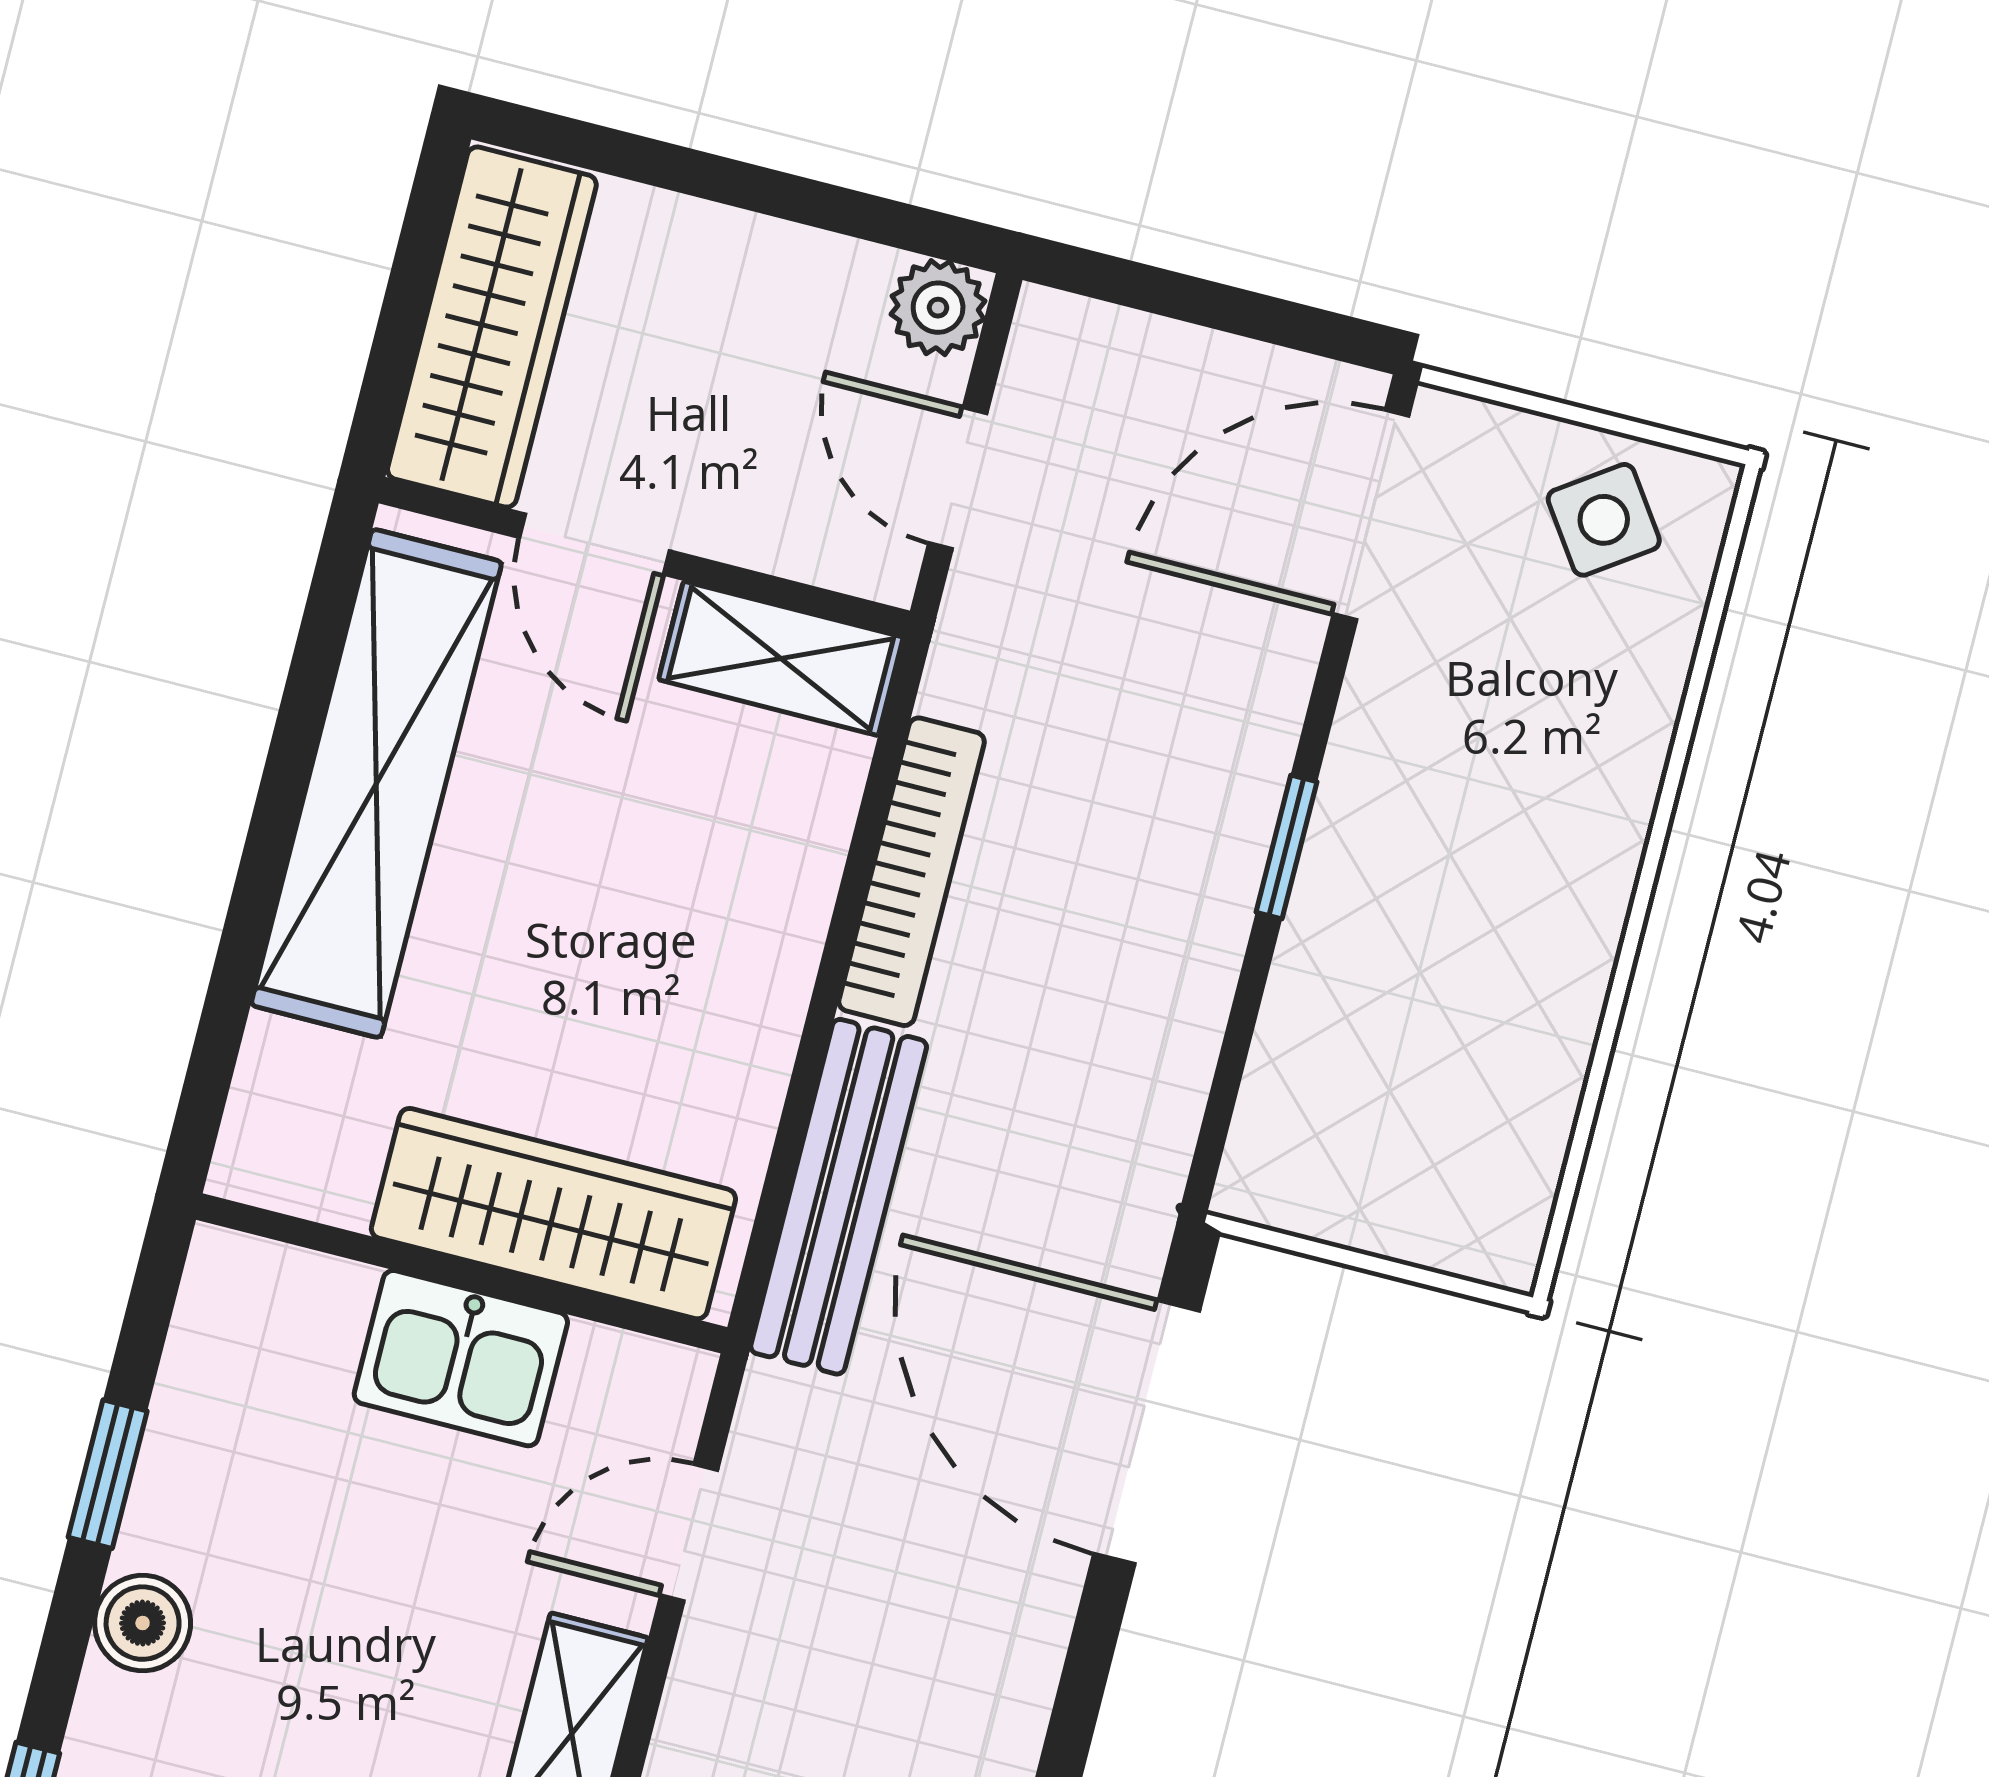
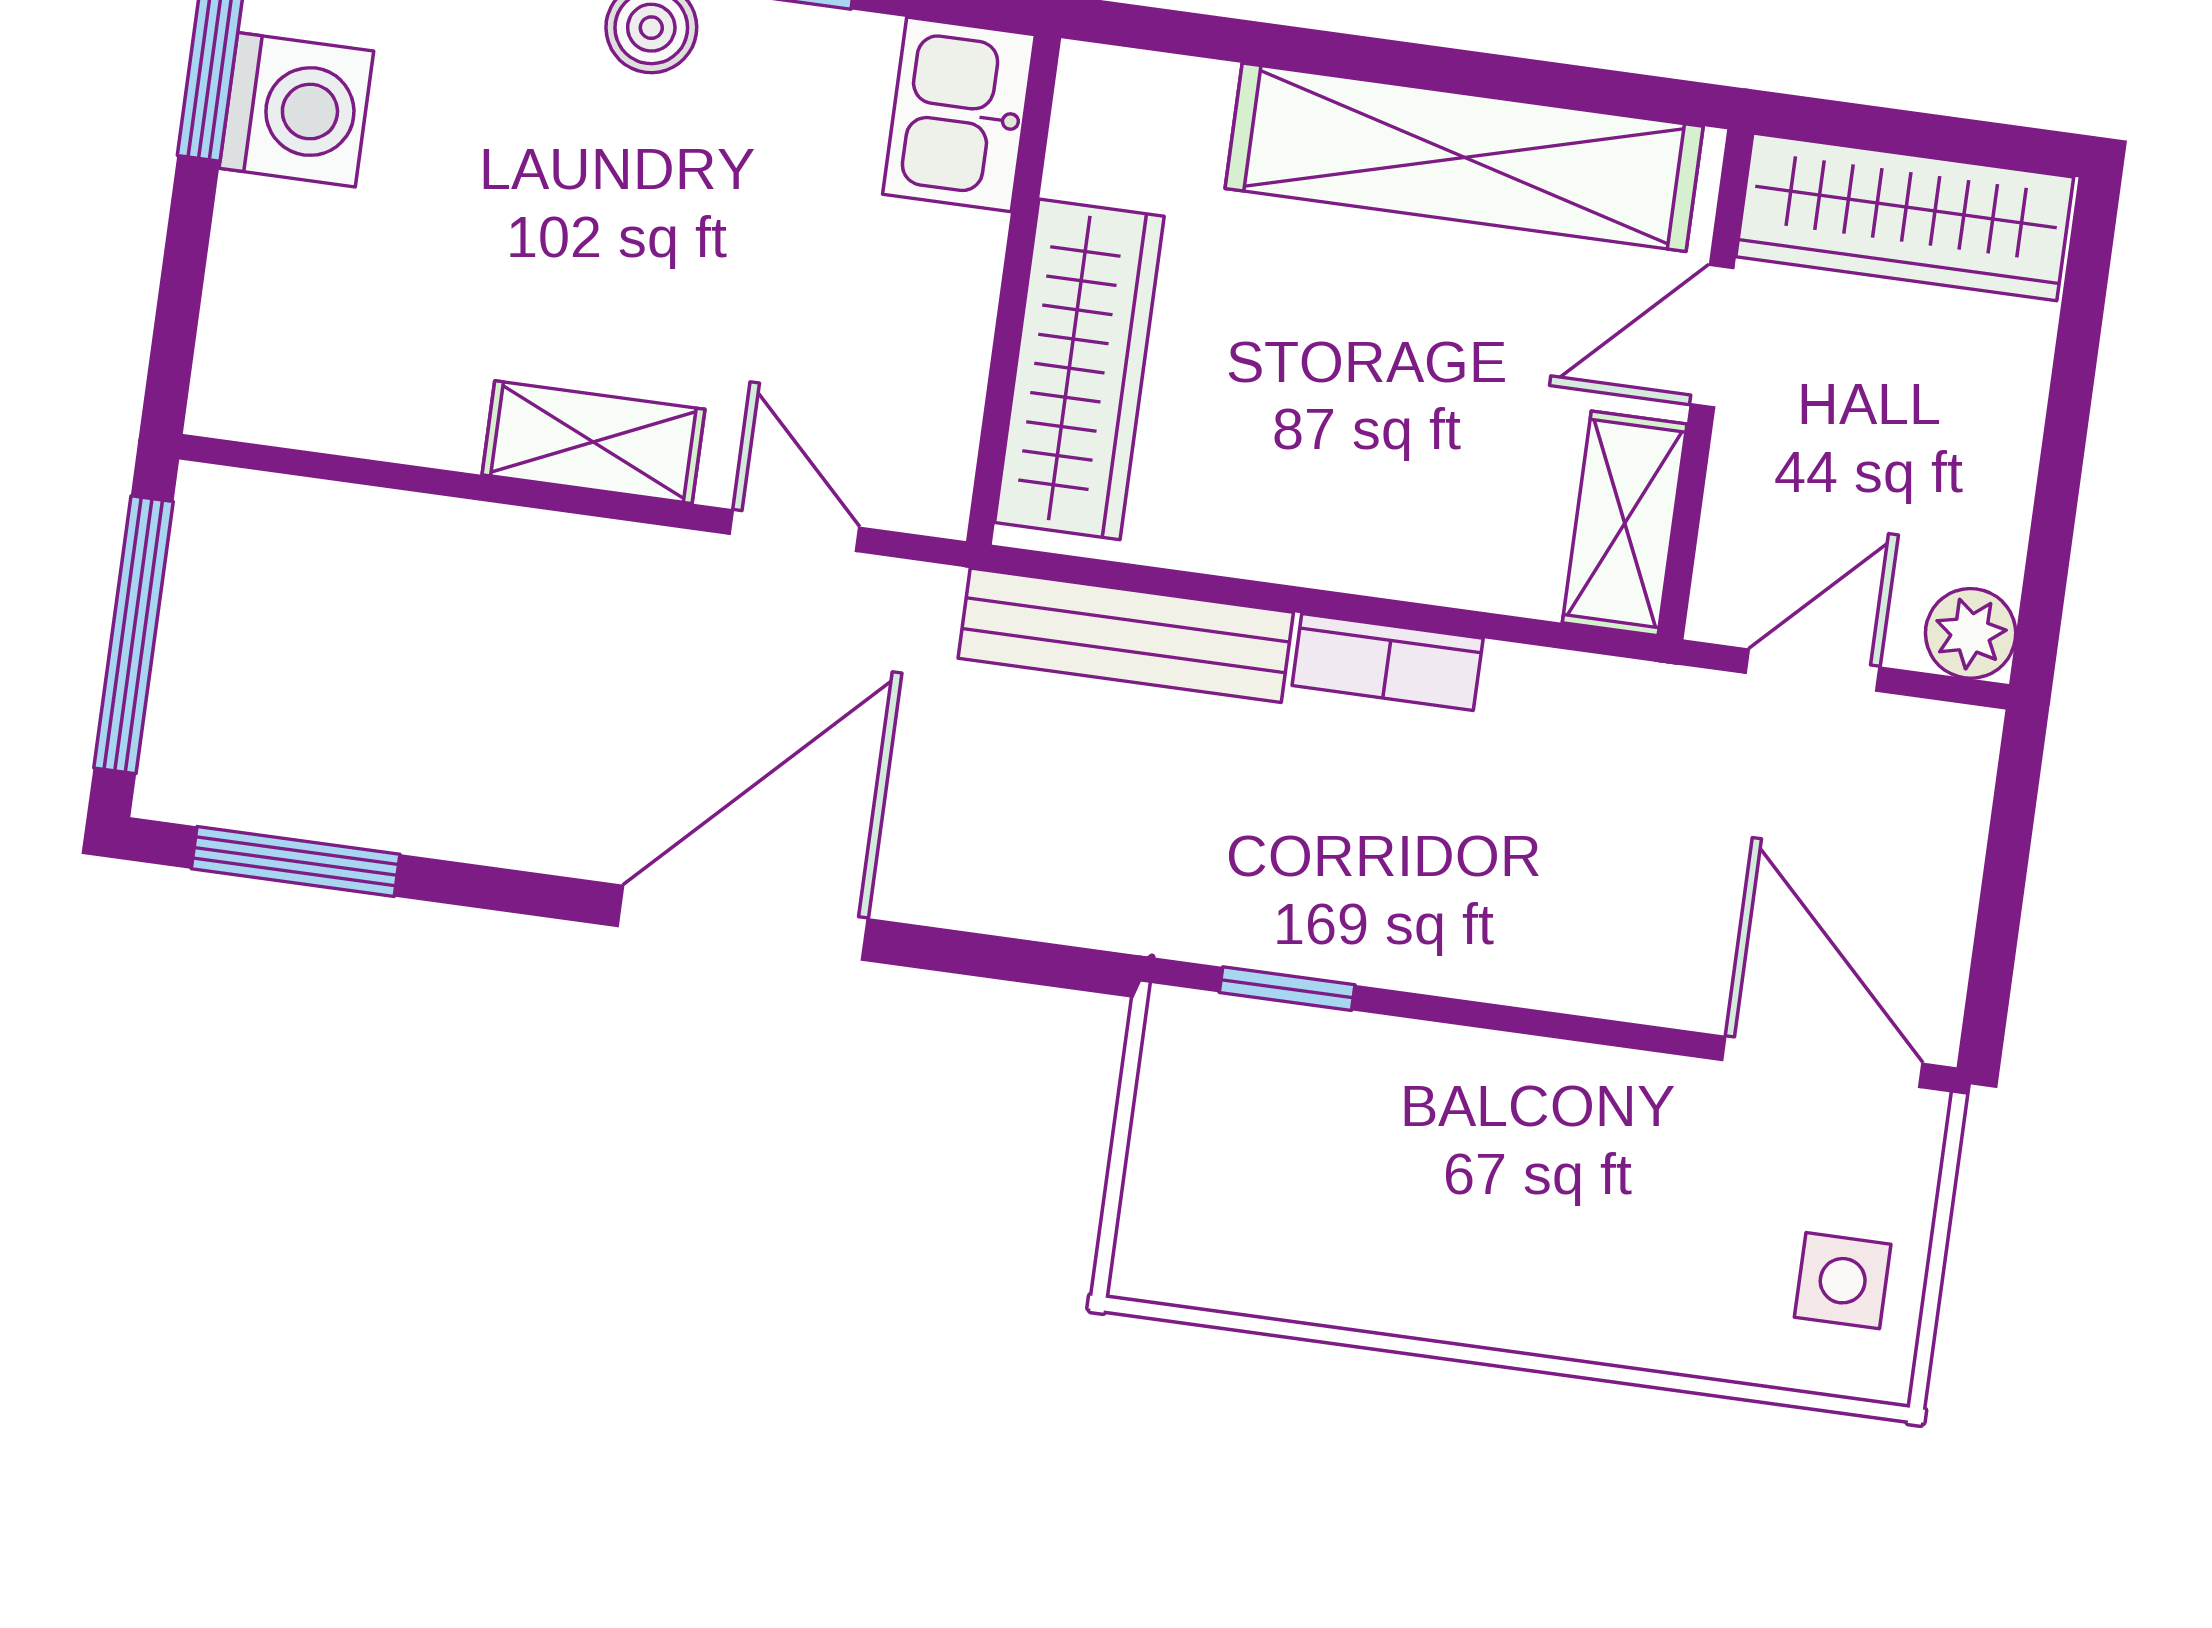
side table: (1604, 520) -> (1843, 1281), turned 35
window: (1286, 847) -> (1287, 989), moved
bookcase: (912, 872) -> (1388, 662), width x0.64
kitchen sink: (461, 1358) -> (959, 114), moved
door: (1147, 1432) -> (743, 923), moved

